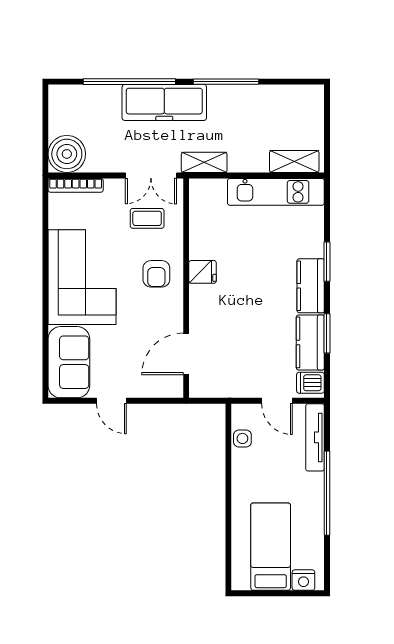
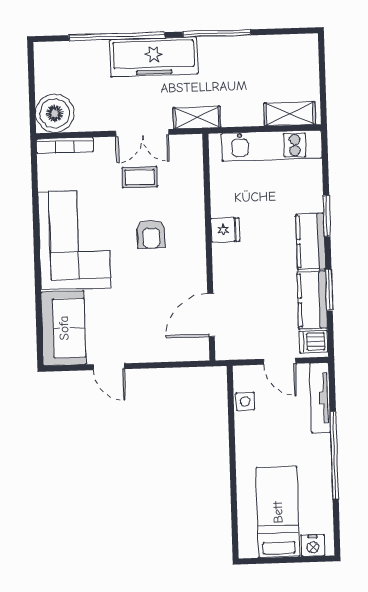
fridge: (203, 272) -> (225, 230), moved
wall: (186, 288) -> (209, 247), moved
door: (186, 354) -> (211, 315), moved

